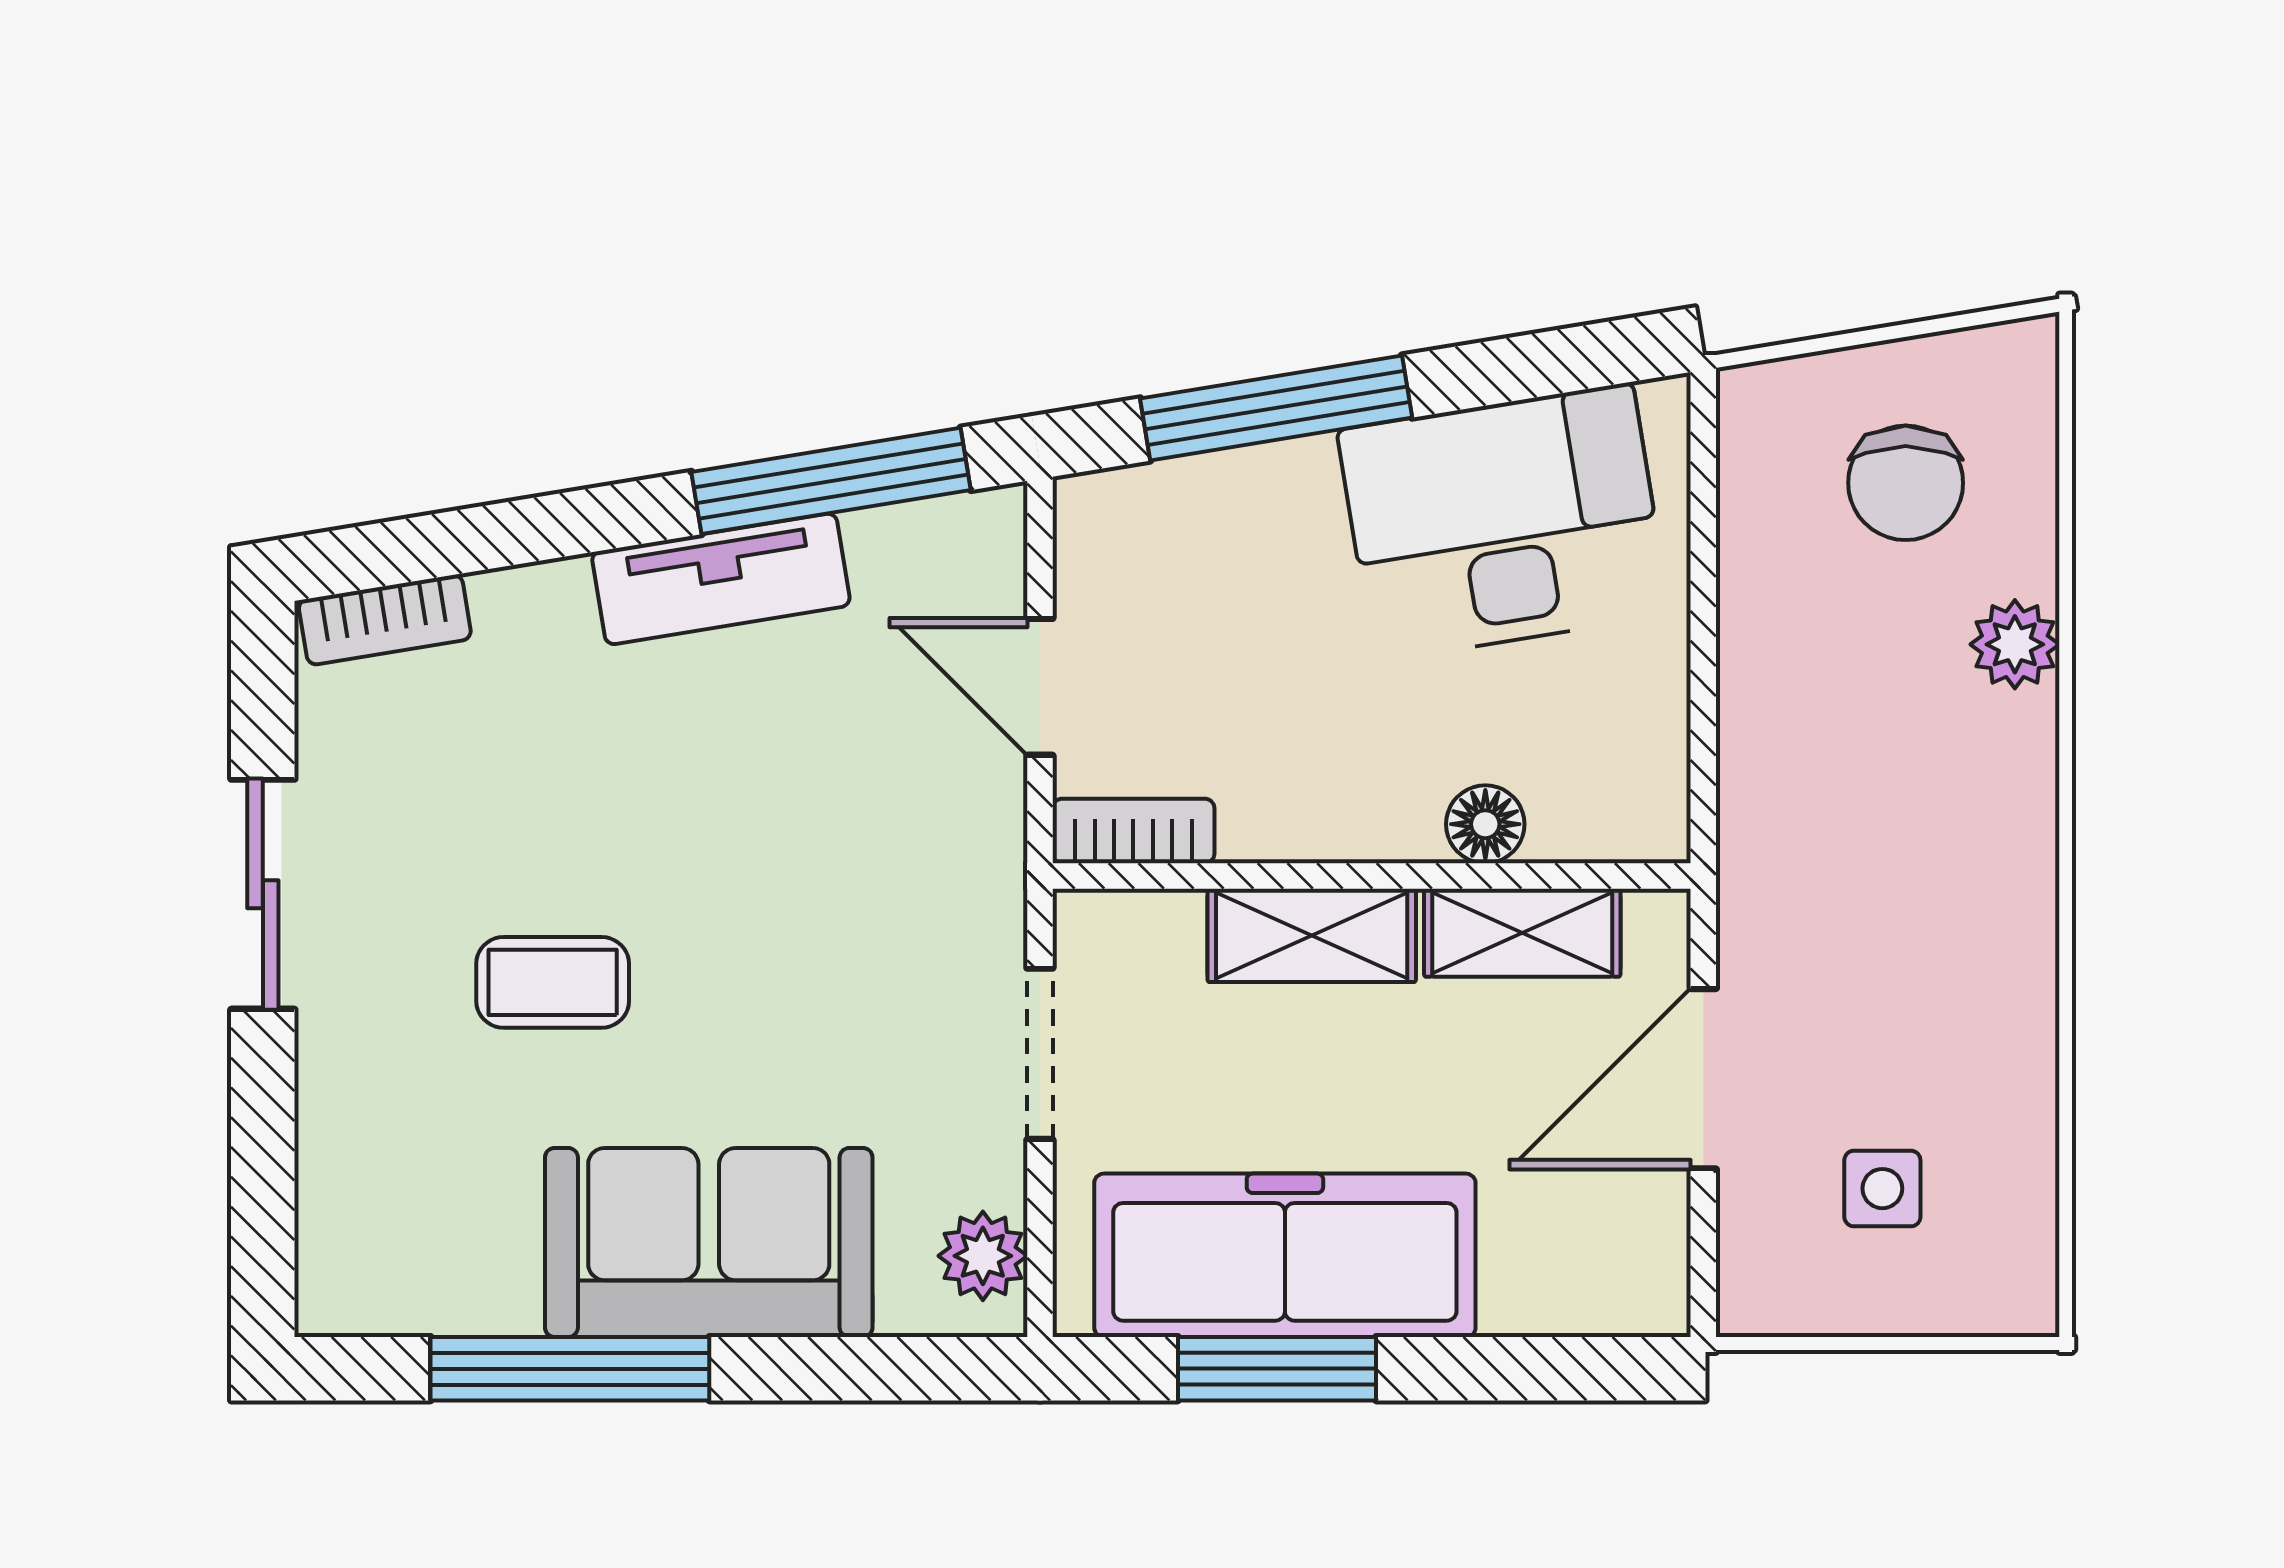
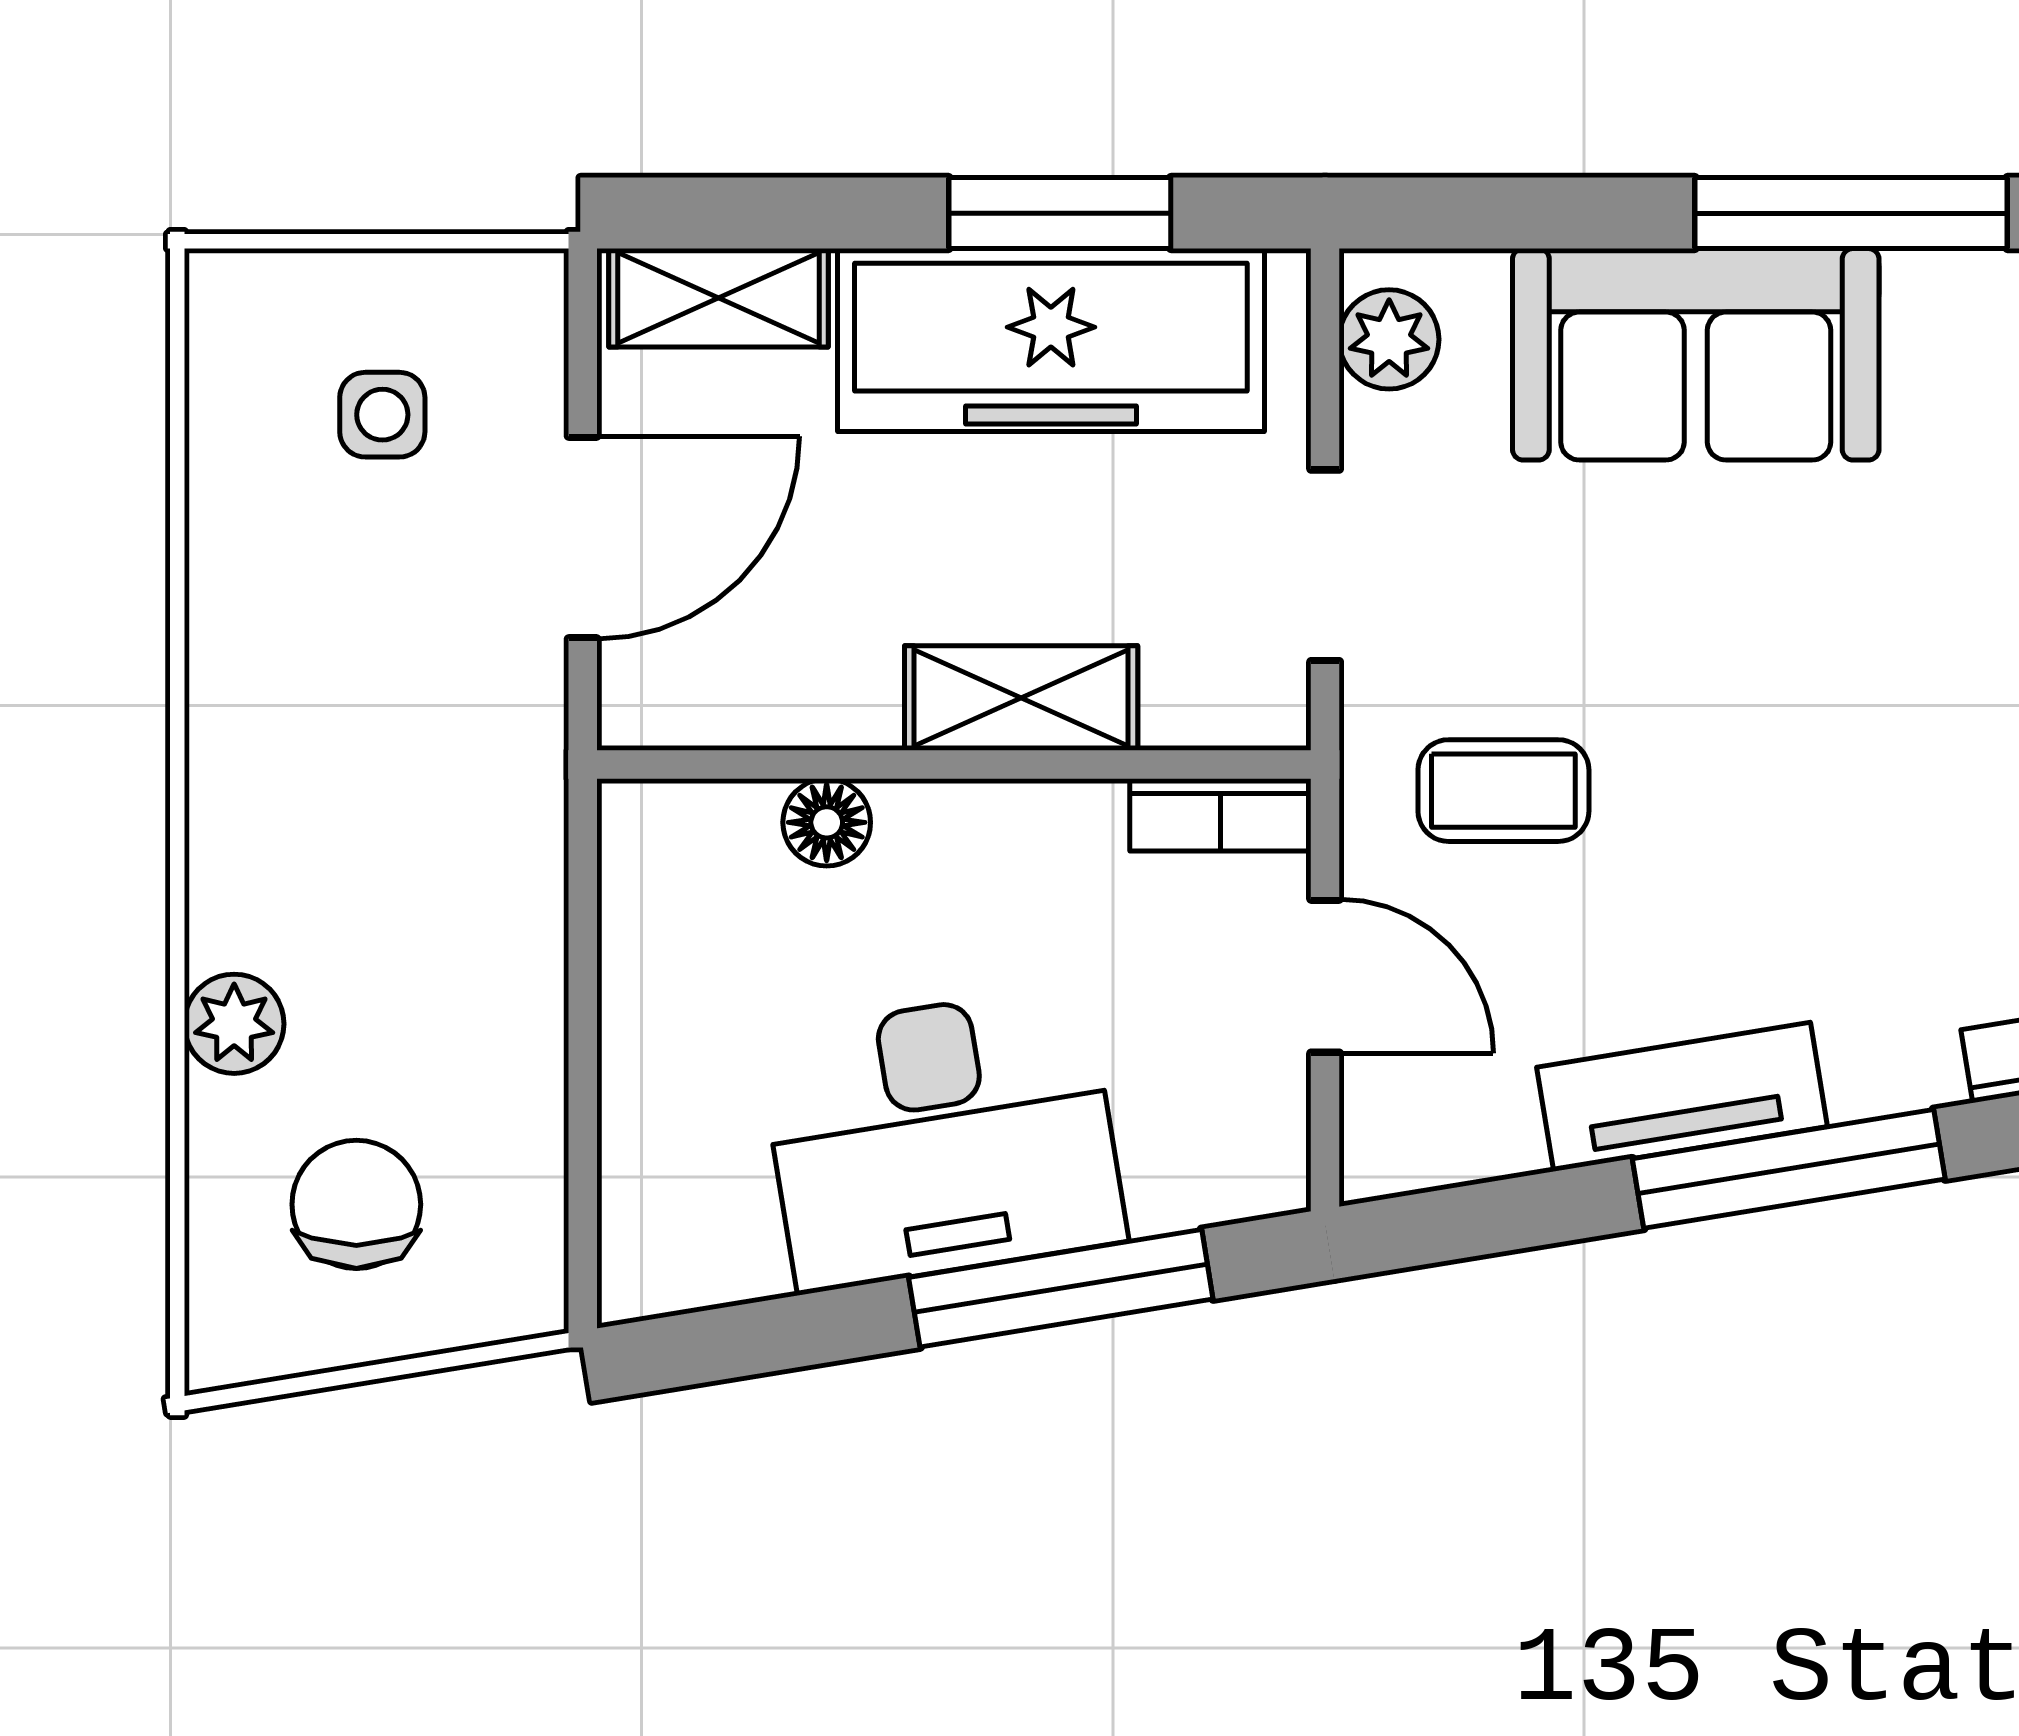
window: (831, 481) -> (1789, 1169), moved
desk: (1503, 522) -> (942, 1138), moved
shelving: (1522, 933) -> (719, 298), moved
coffee table: (553, 982) -> (1503, 791), moved

